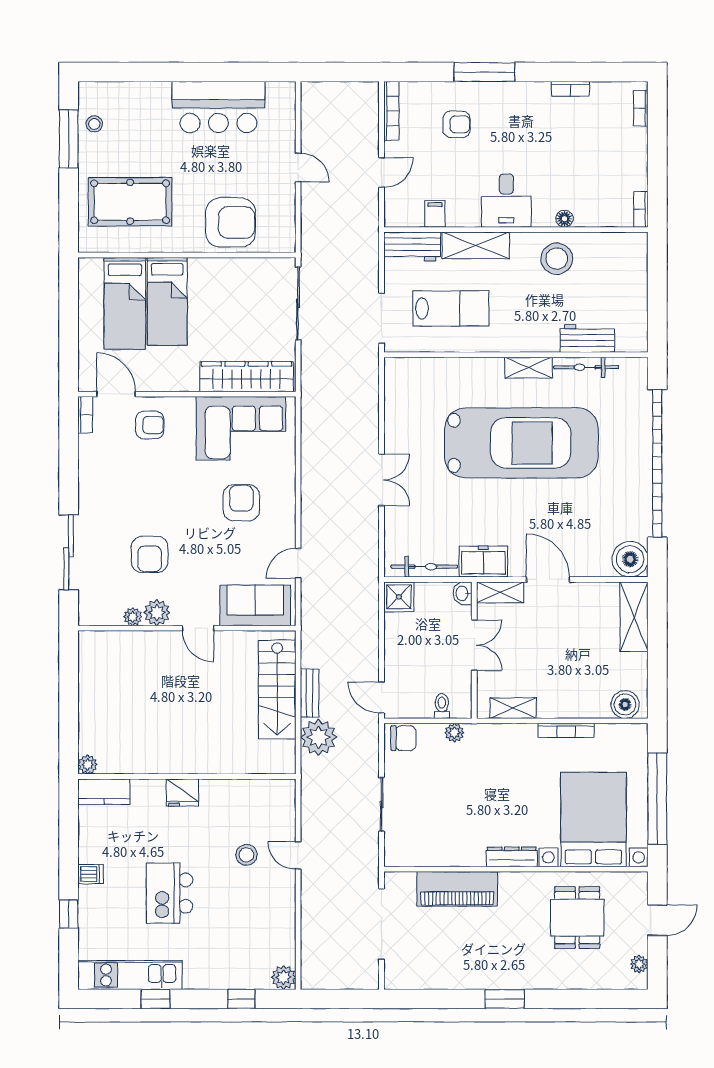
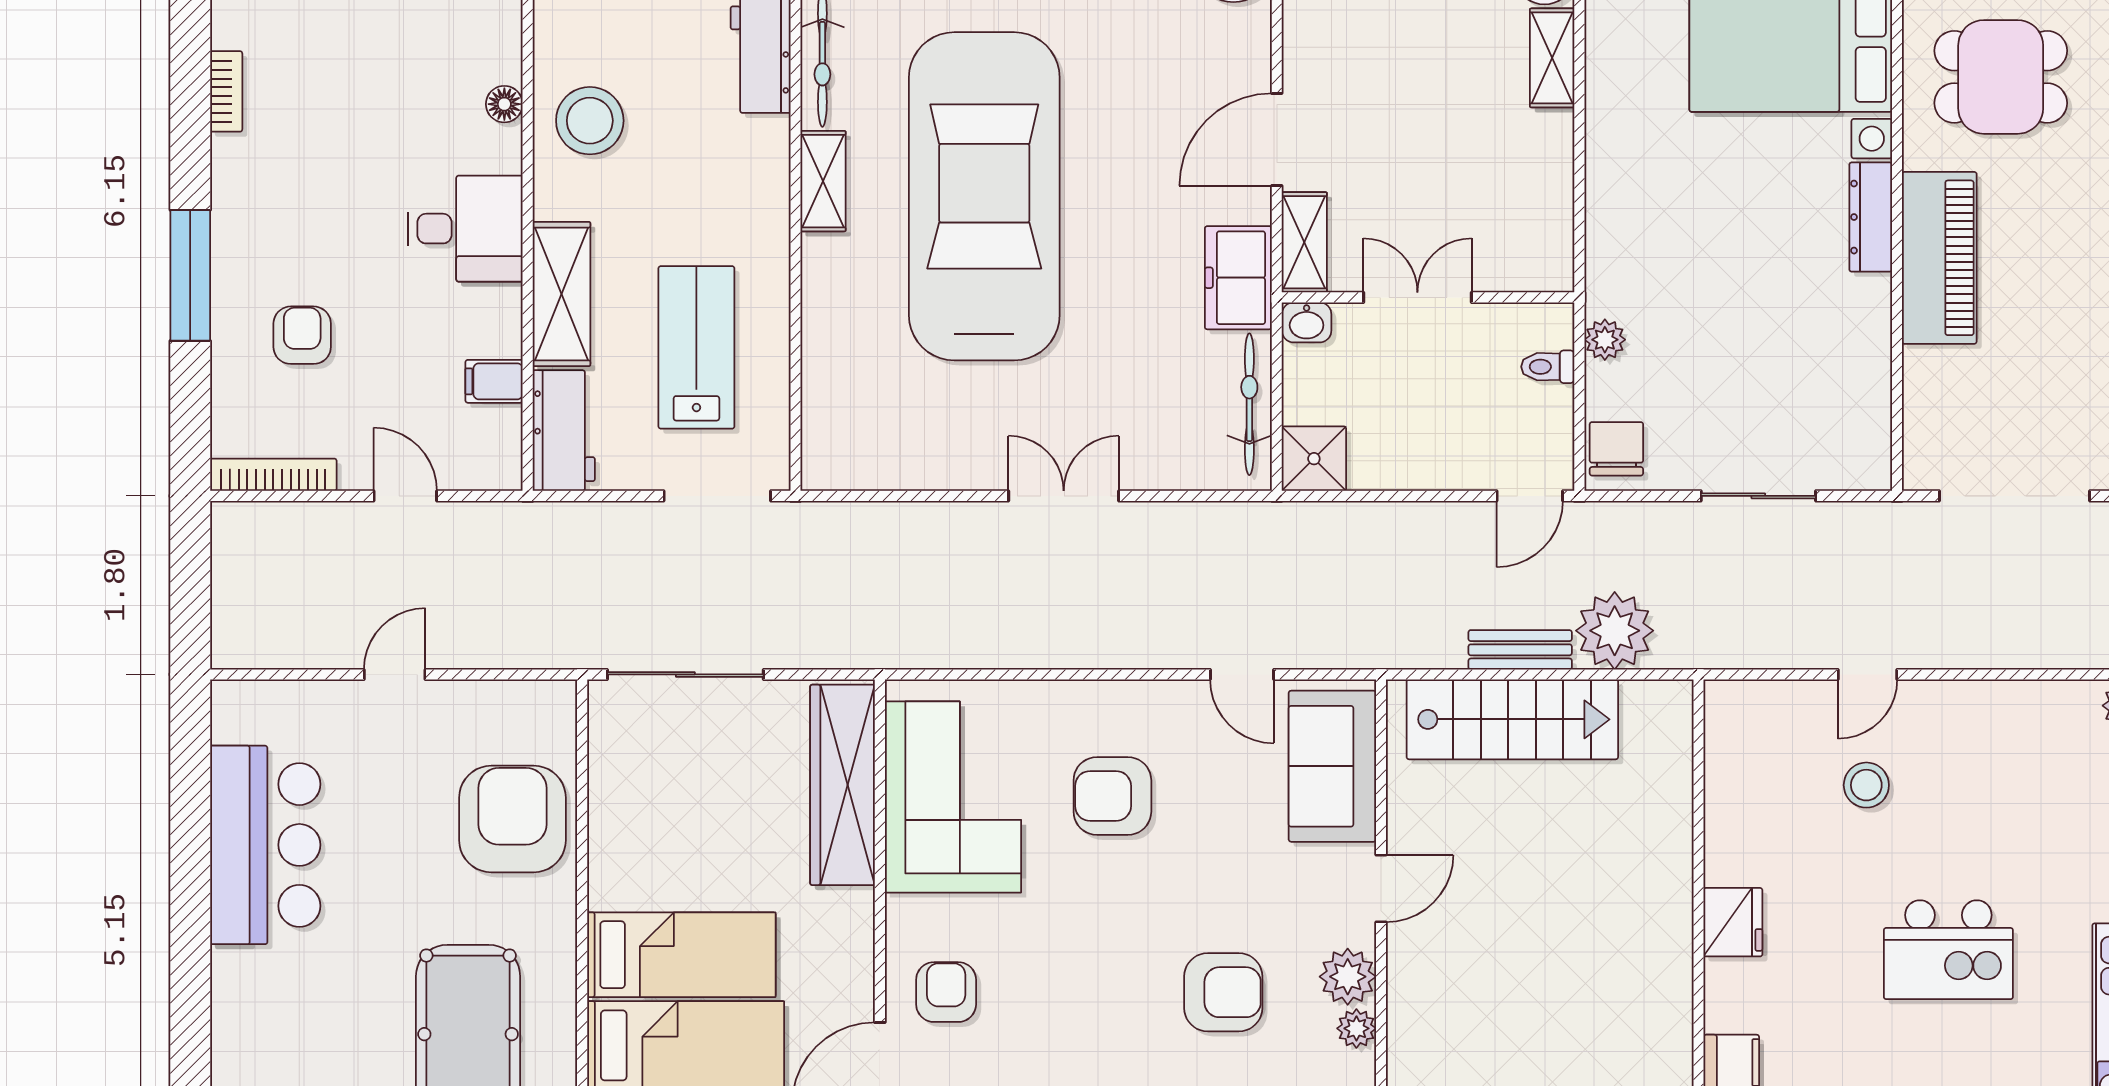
shelving: (513, 708) -> (1552, 58), moved
bookcase: (566, 730) -> (1600, 101), removed
piano: (457, 889) -> (1939, 258), moved

